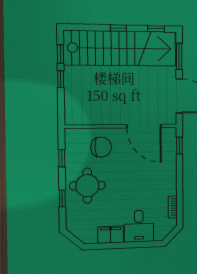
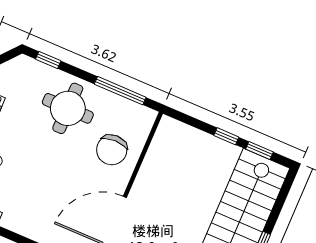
window: (62, 158) -> (120, 91), width x2.17
window: (62, 198) -> (48, 60), moved

